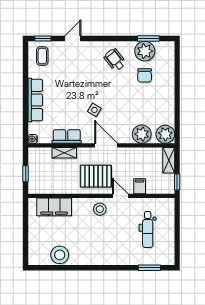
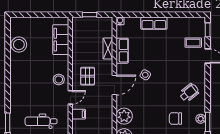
plant: (145, 51) -> (201, 119), width x0.53, depth x0.53
coffee table: (42, 56) -> (193, 43), moved
row of seats: (35, 100) -> (154, 23), width x0.68
pallet: (96, 176) -> (88, 76), width x0.67, depth x0.71

